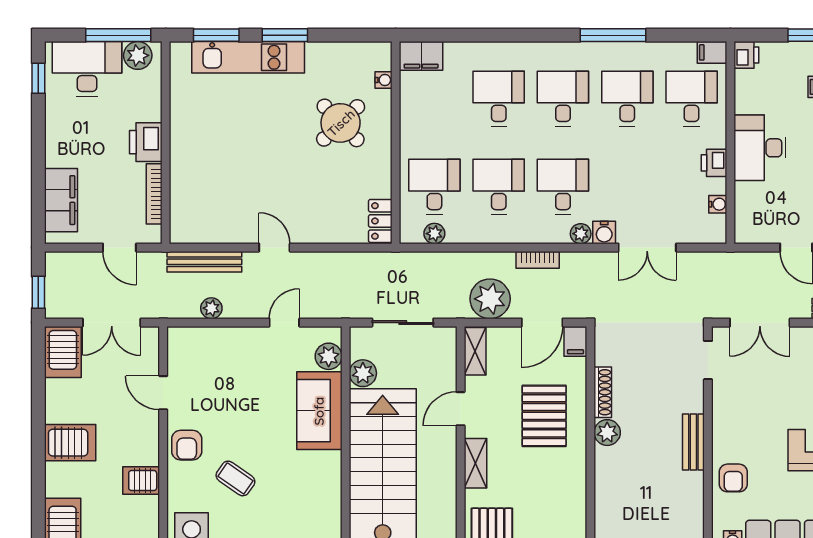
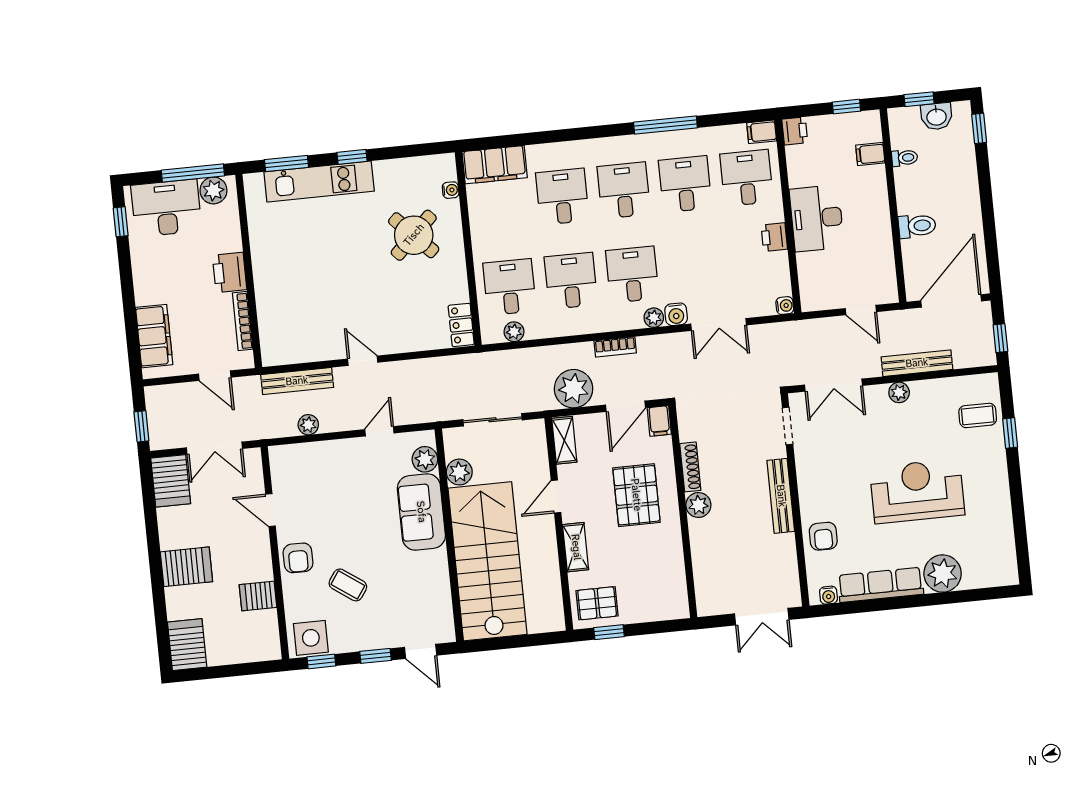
window: (285, 35) -> (352, 157), width x0.67
filing cabinet: (421, 56) -> (495, 165), width x1.50, depth x1.17
water cooler: (718, 204) -> (785, 306), moved
bench: (693, 442) -> (781, 496), width x1.36

